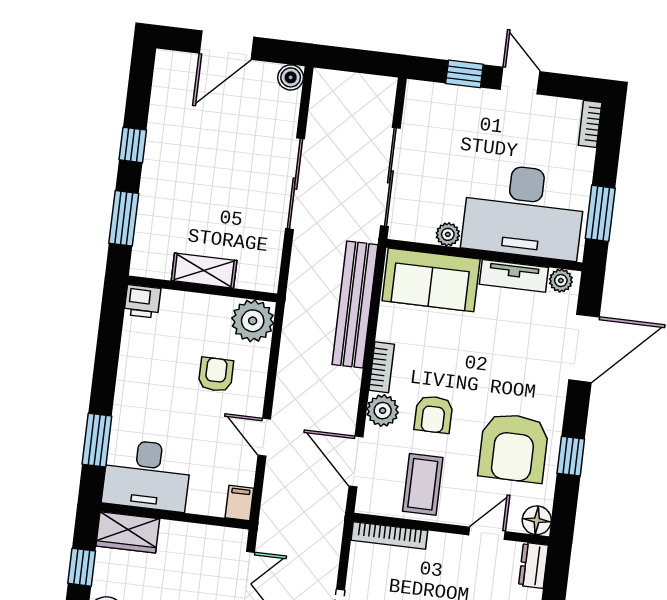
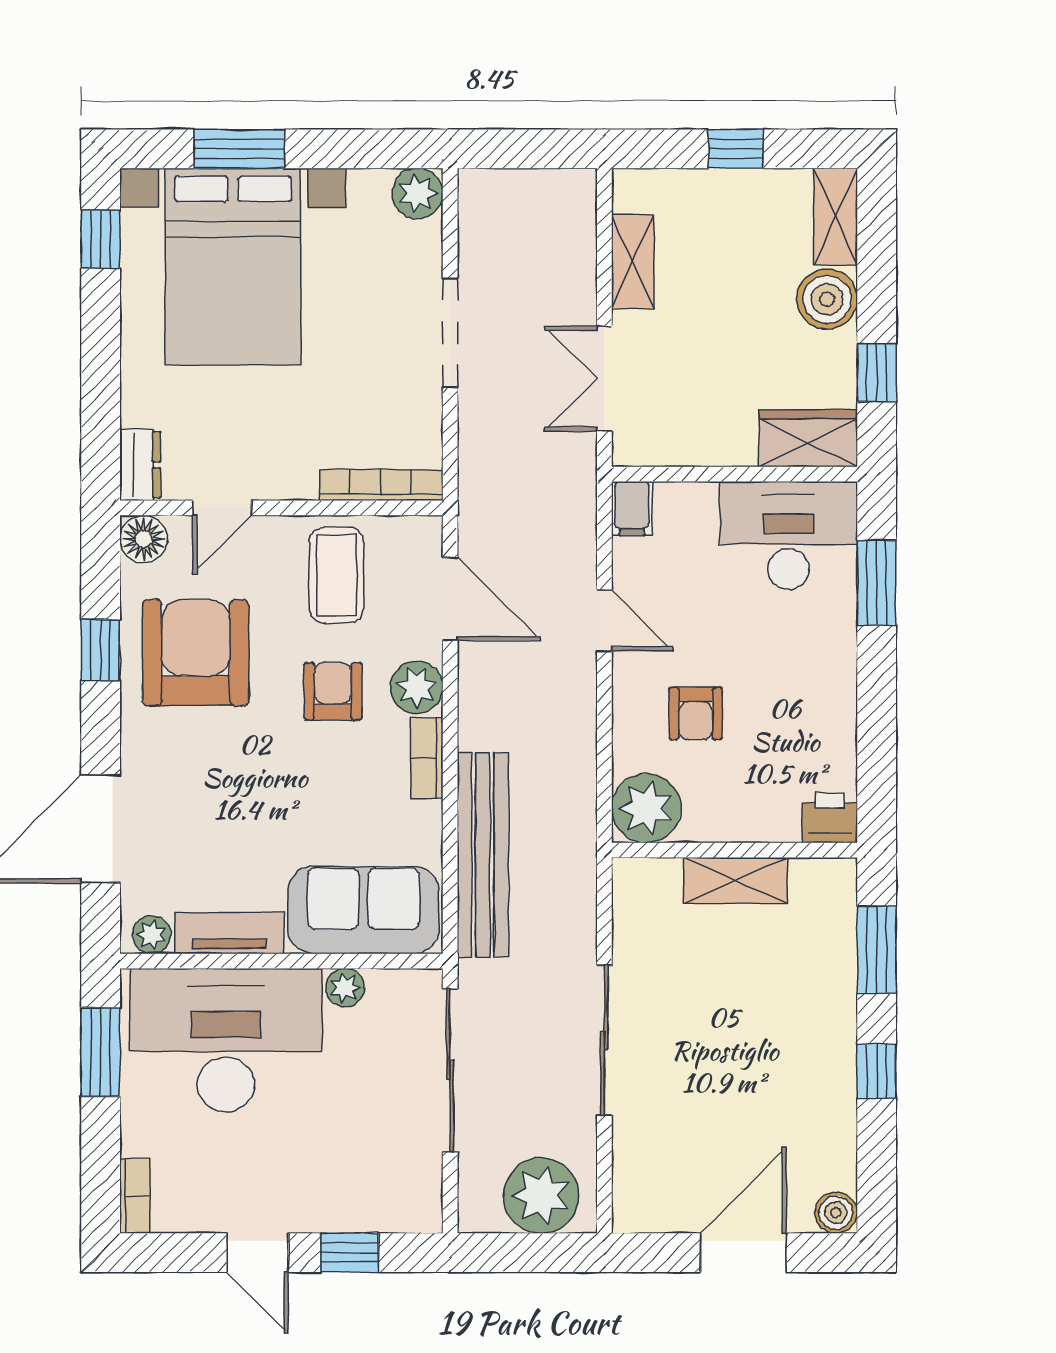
boiler: (291, 77) -> (836, 1213), moved
plant: (344, 94) -> (541, 1196), added

